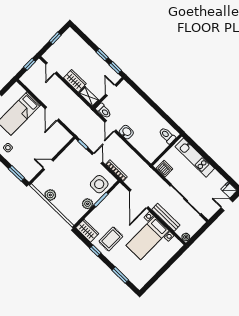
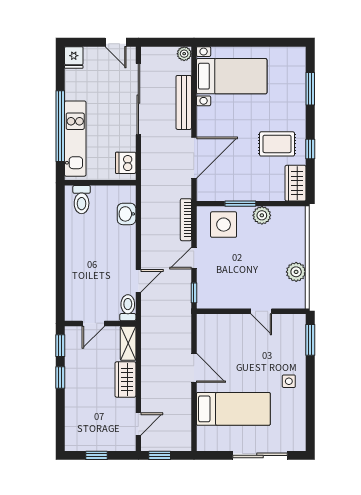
door: (52, 114) -> (194, 368), hinge flipped
washbasin: (126, 132) -> (127, 214), moved
window: (206, 156) -> (60, 126), added
door: (227, 205) -> (116, 42), moved
bed with nightstands: (148, 238) -> (232, 76), moved

